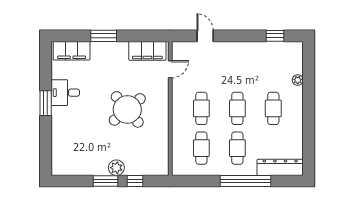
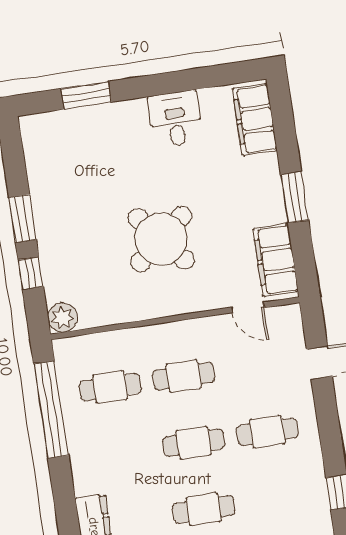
window: (104, 36) -> (295, 197), moved
window: (46, 103) -> (86, 95), moved
cafe table: (237, 148) -> (267, 432), moved
plant: (116, 168) -> (63, 318), moved
window: (245, 181) -> (51, 410), moved

